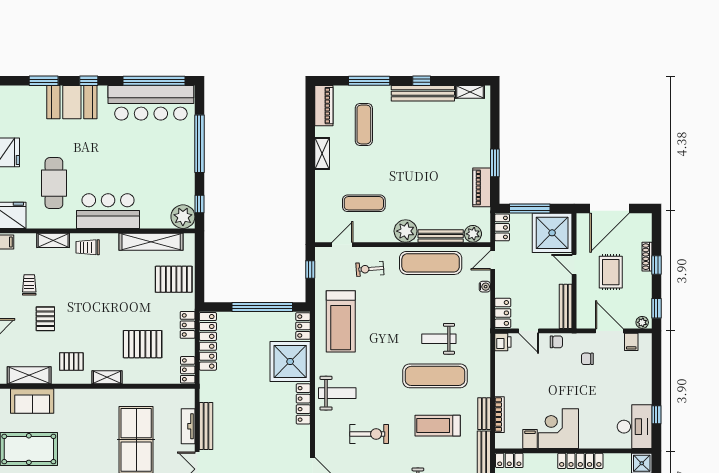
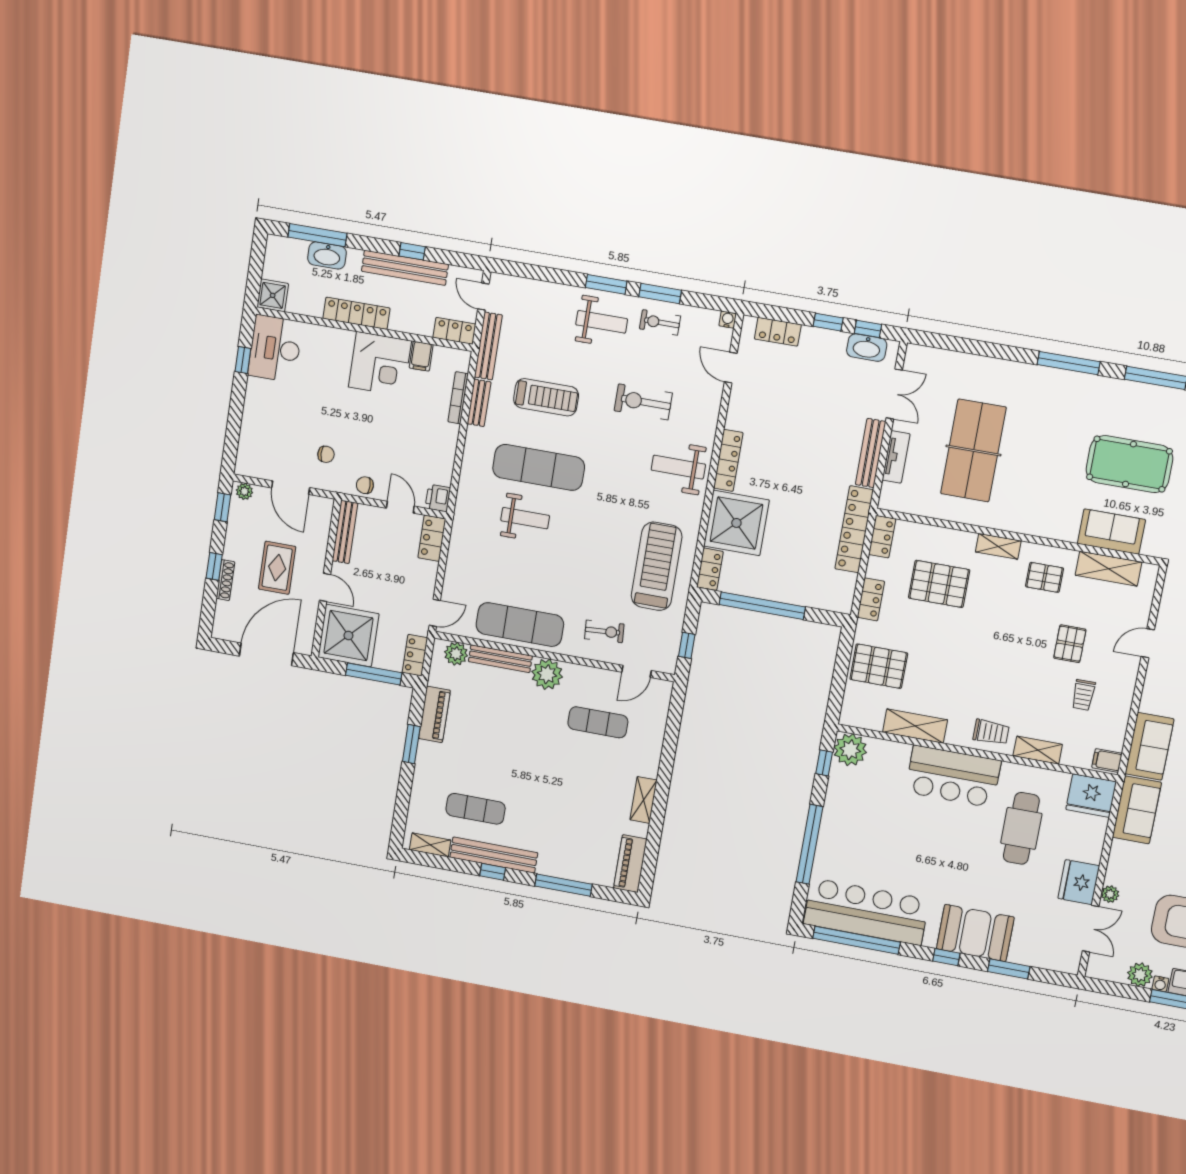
exercise mat: (364, 124) -> (476, 809), moved, turned 90
shelving: (151, 242) -> (915, 726), width x0.68
water cooler: (485, 287) -> (451, 579), removed
locker: (208, 341) -> (854, 529), moved
filing cabinet: (631, 342) -> (263, 467), removed

